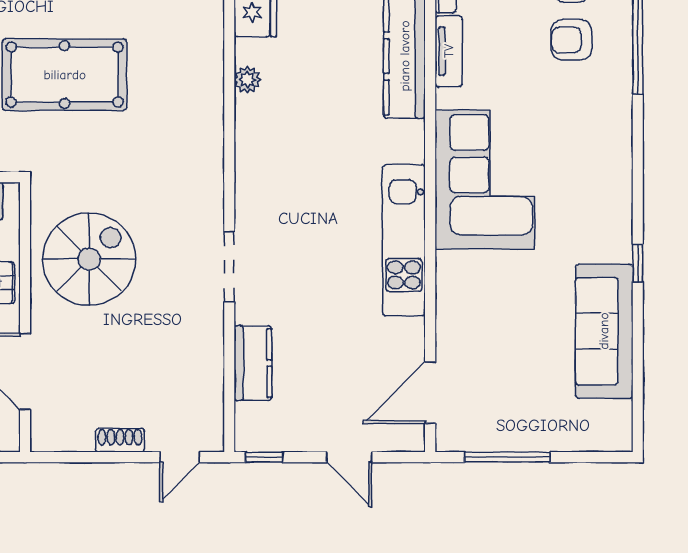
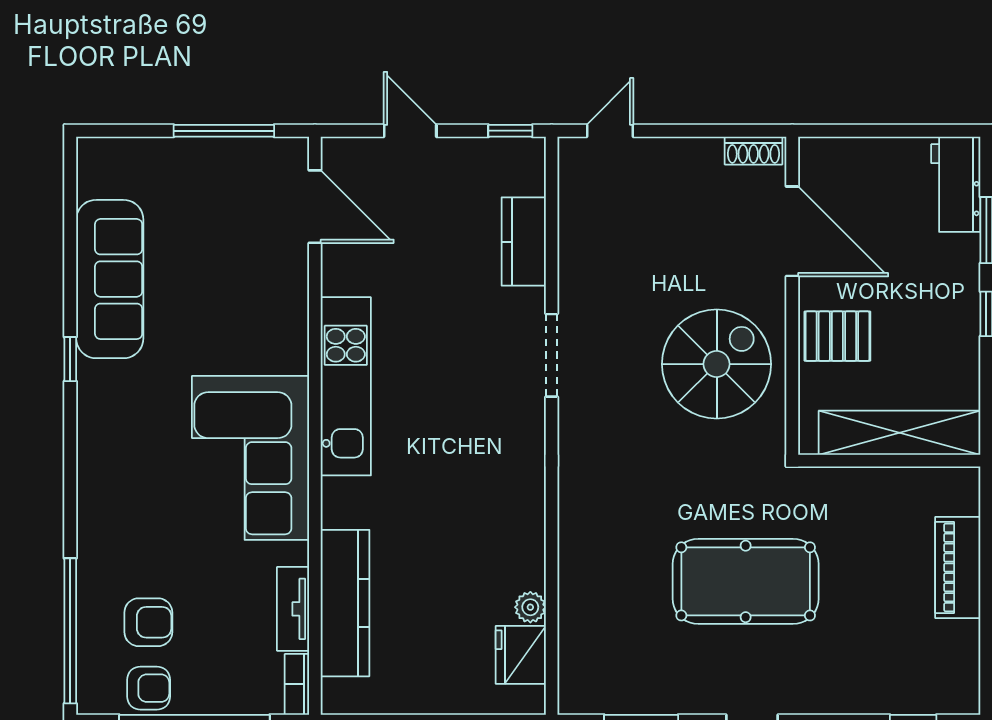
plant: (247, 80) -> (530, 607), moved
spiral stairs: (89, 259) -> (717, 364), turned 180
door: (430, 393) -> (315, 207), hinge flipped
shoe rack: (120, 440) -> (754, 151), moved

